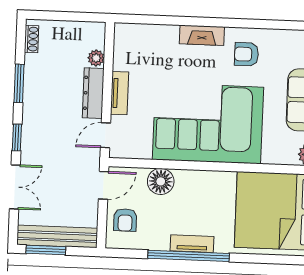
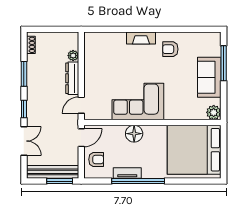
tv unit: (119, 93) -> (89, 78), removed
corner sofa: (208, 123) -> (138, 101), width x0.73, depth x0.74
floor lamp: (161, 181) -> (134, 134), moved
armchair: (125, 220) -> (96, 159), turned -90
tv unit: (192, 244) -> (127, 173), moved
window: (46, 250) -> (60, 181), moved

